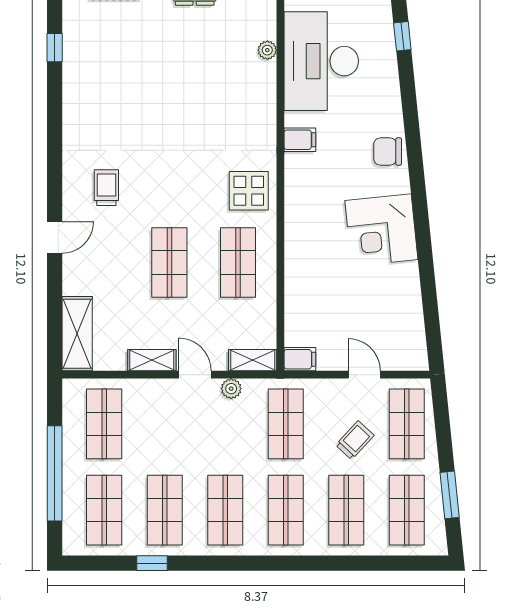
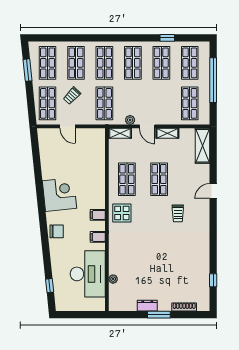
trolley: (106, 188) -> (178, 213), moved
filing cabinet: (300, 359) -> (98, 215), moved

